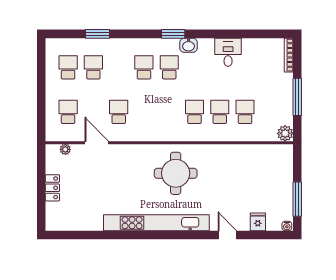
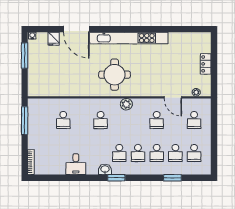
window: (297, 97) -> (25, 121), moved
school desk: (220, 112) -> (157, 153), moved
plant: (285, 133) -> (126, 104), moved
door: (227, 235) -> (76, 29), width x1.87

